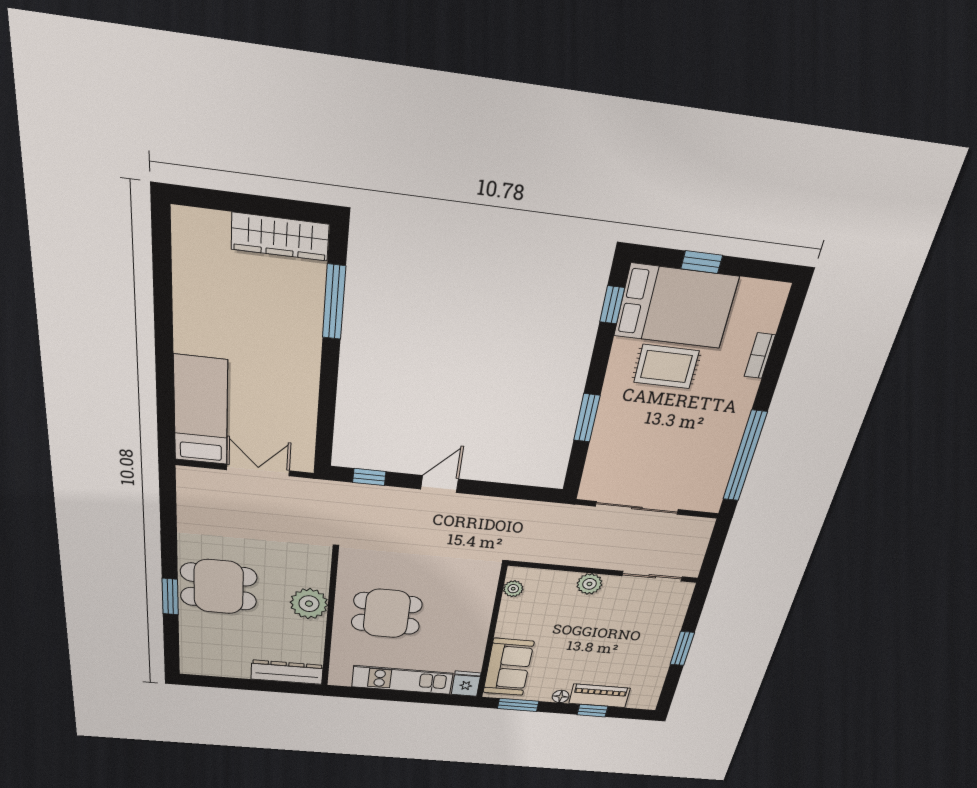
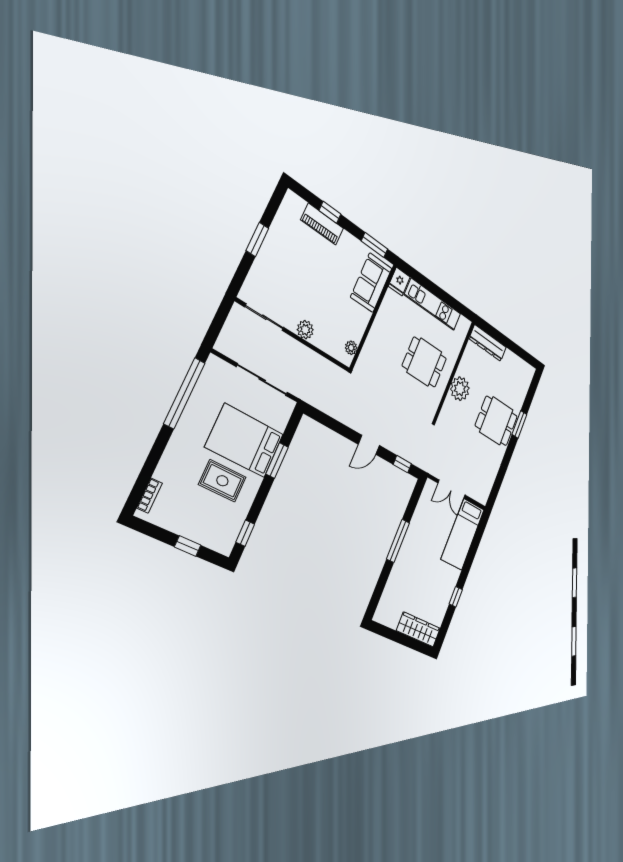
wardrobe: (280, 237) -> (418, 629), moved
window: (334, 302) -> (398, 541), moved
window: (163, 306) -> (456, 597), added
bed: (676, 306) -> (245, 441), moved
bookcase: (760, 356) -> (150, 496), moved
floor lamp: (561, 696) -> (347, 238), removed

